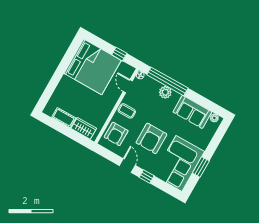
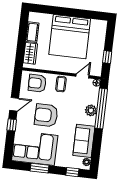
bed: (93, 67) -> (70, 37), moved
window: (218, 136) -> (72, 172), added

